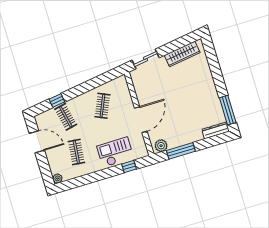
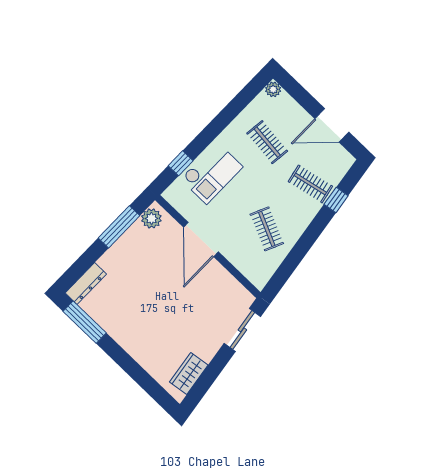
wardrobe: (182, 54) -> (189, 374), width x0.67

